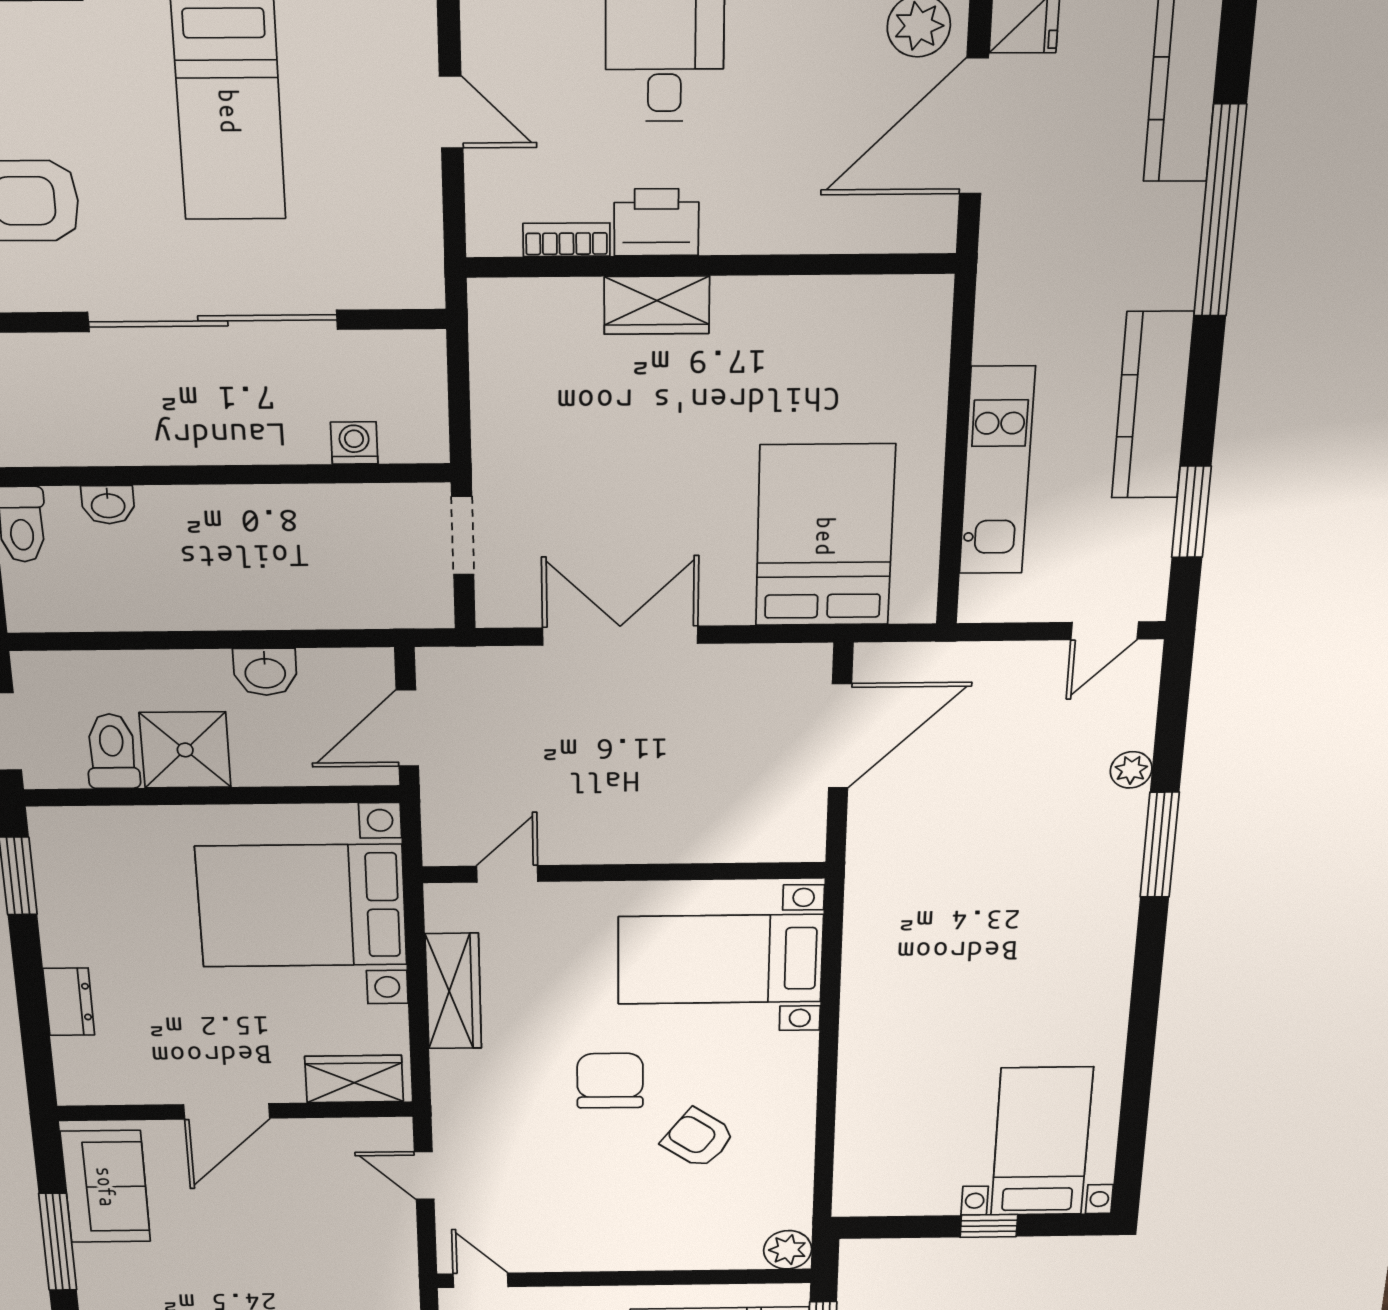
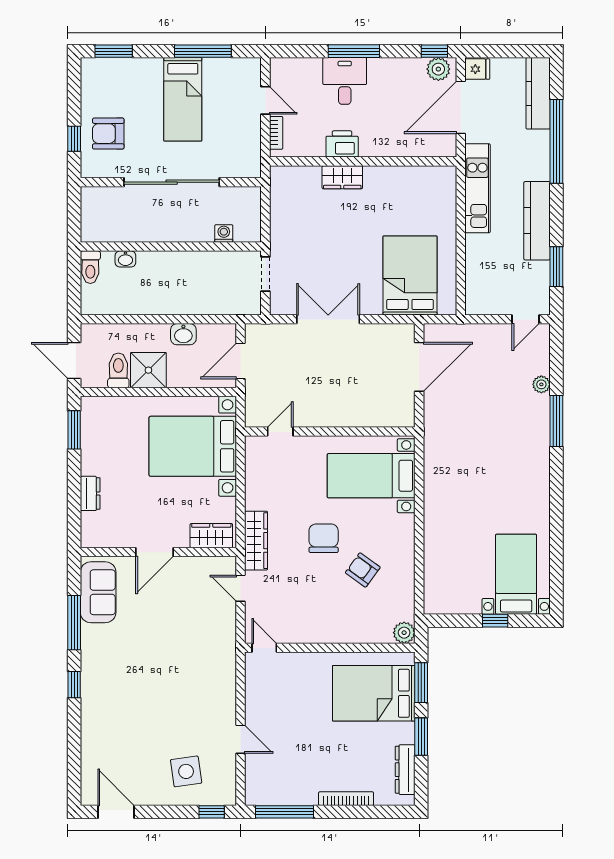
bookcase: (567, 240) -> (276, 133), moved, turned 90
kitchen unit: (997, 471) -> (477, 188), moved
wardrobe: (453, 991) -> (256, 541), moved

